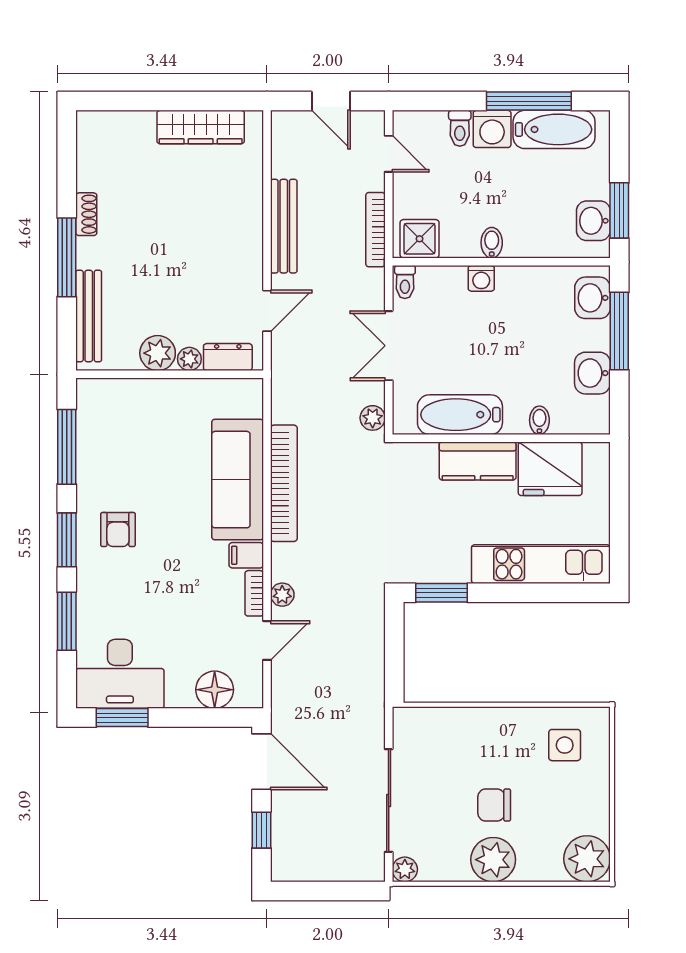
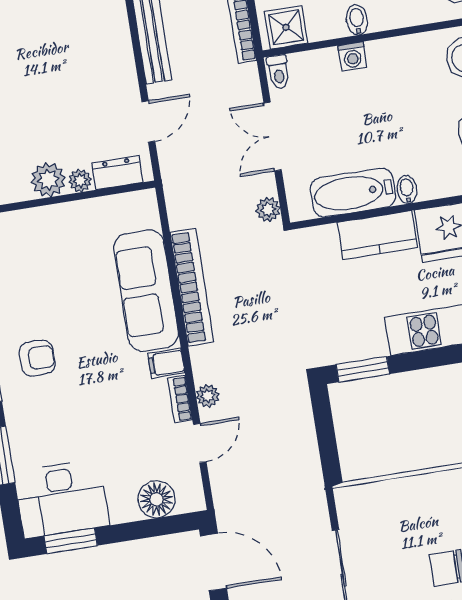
bidet: (539, 420) -> (407, 190), moved
armchair: (118, 530) -> (37, 358), turned -90

